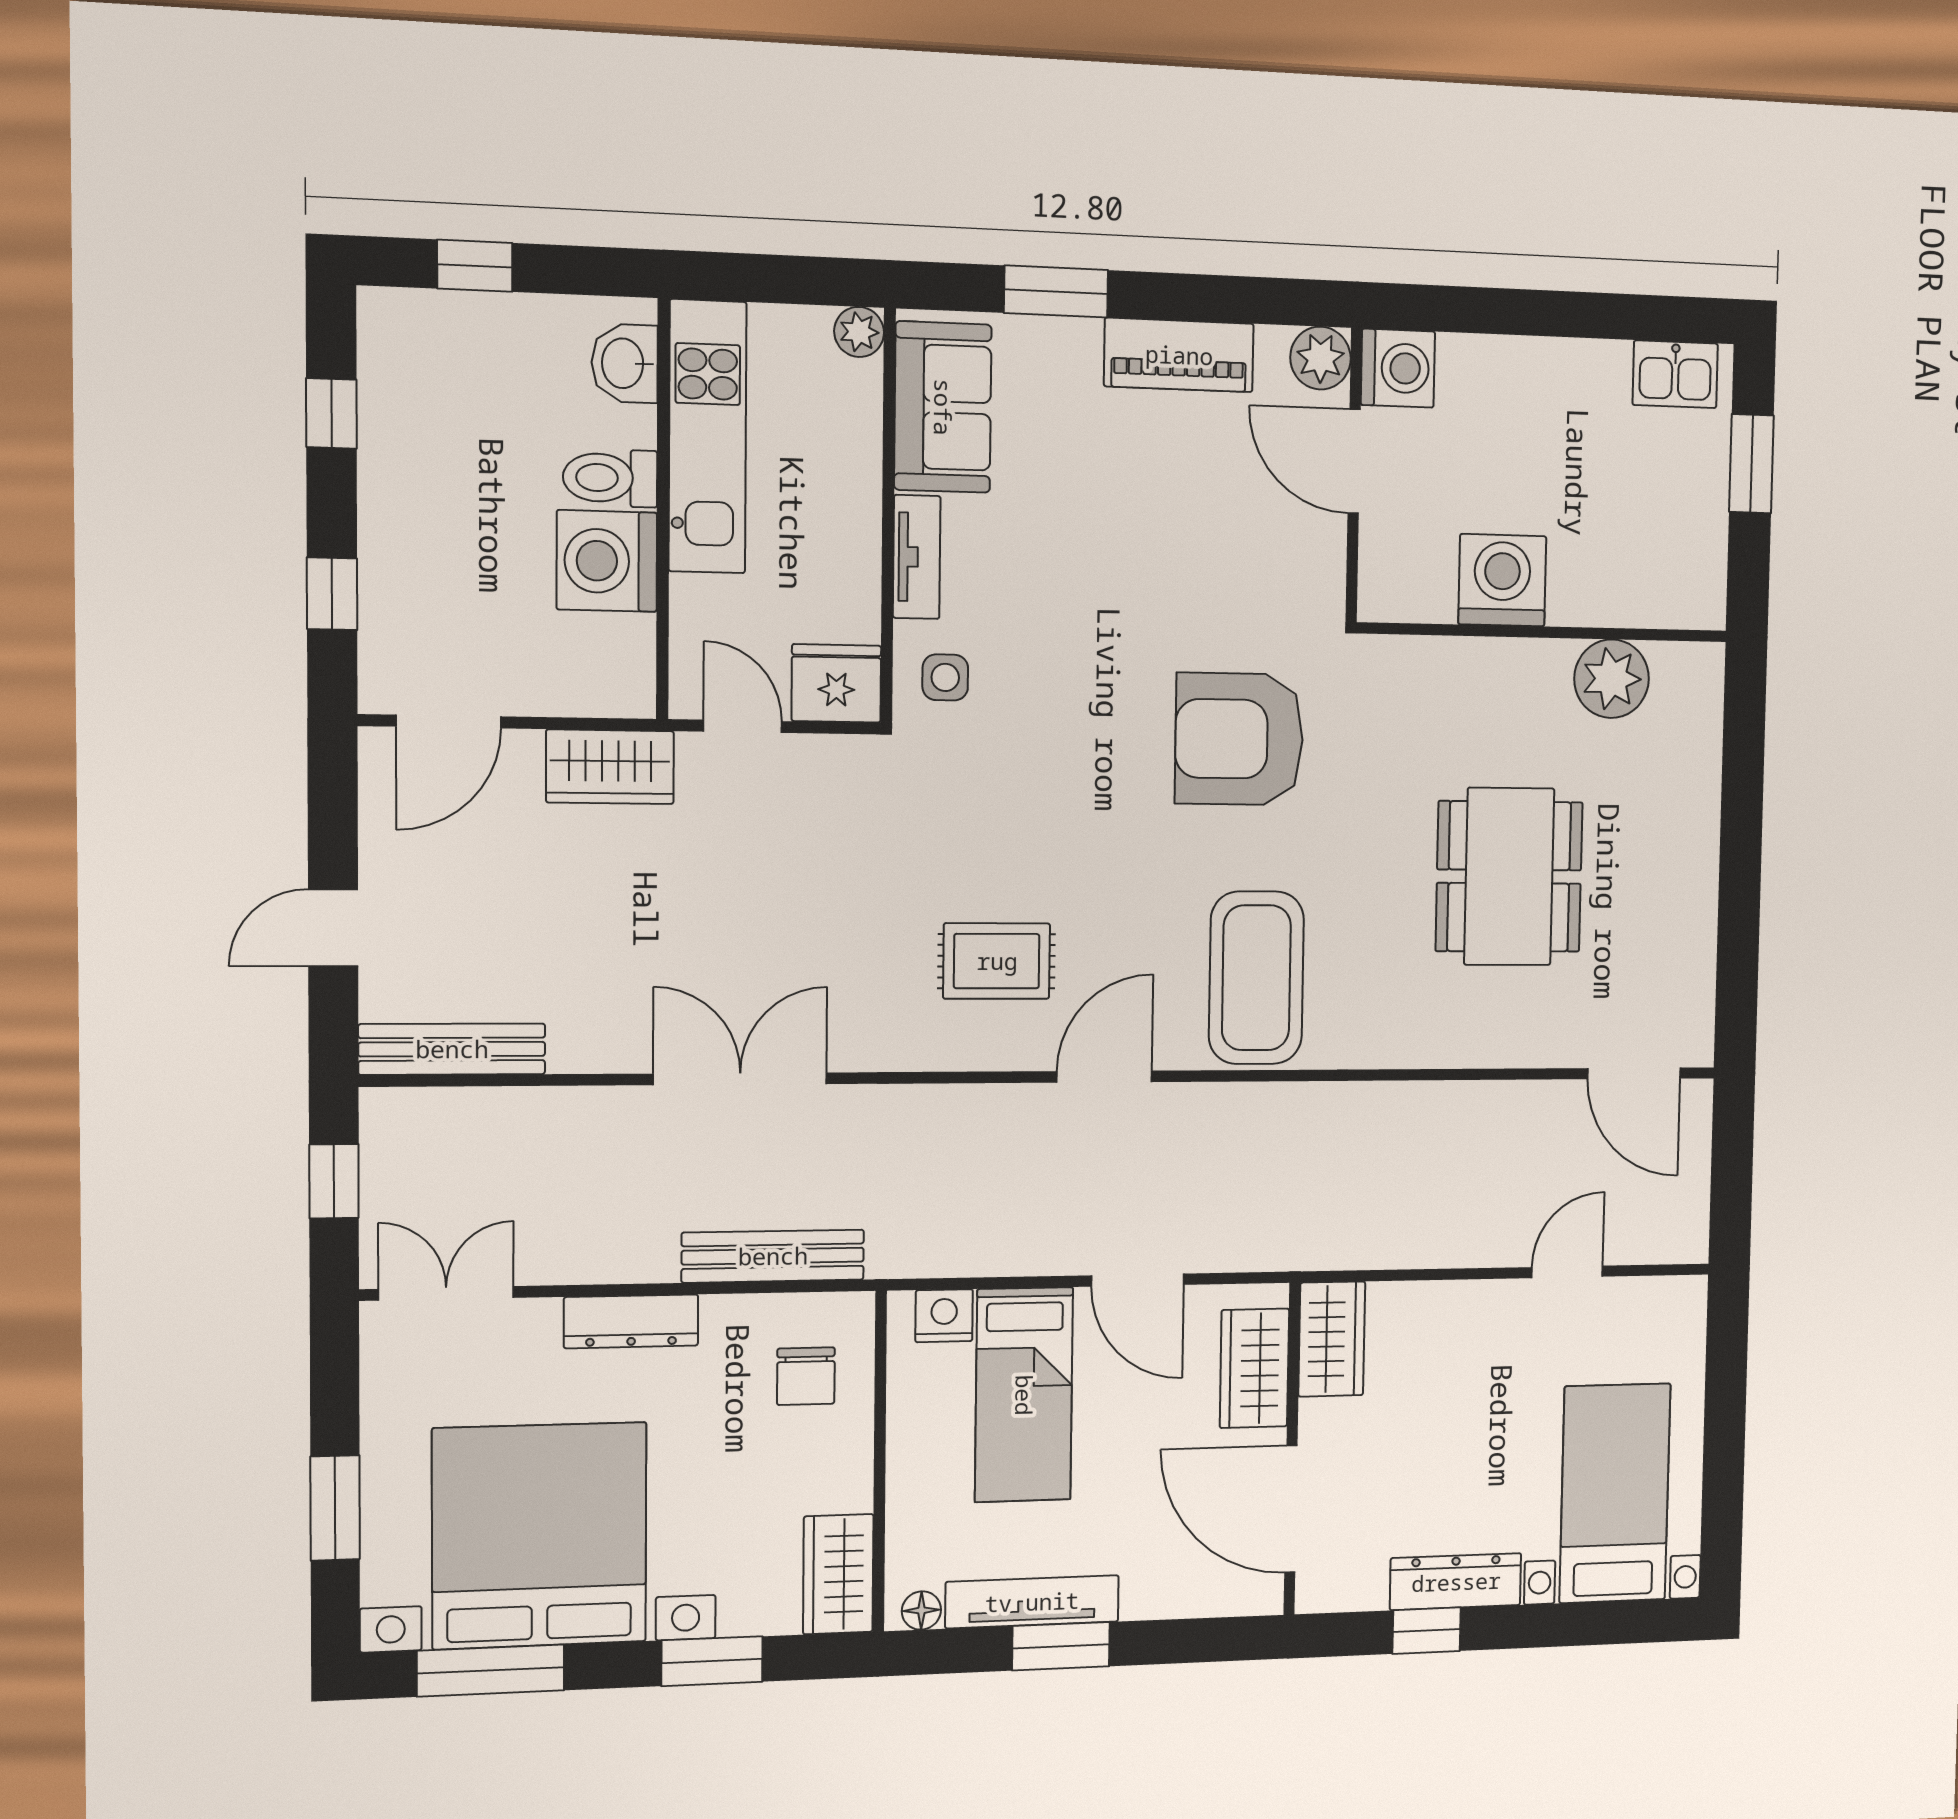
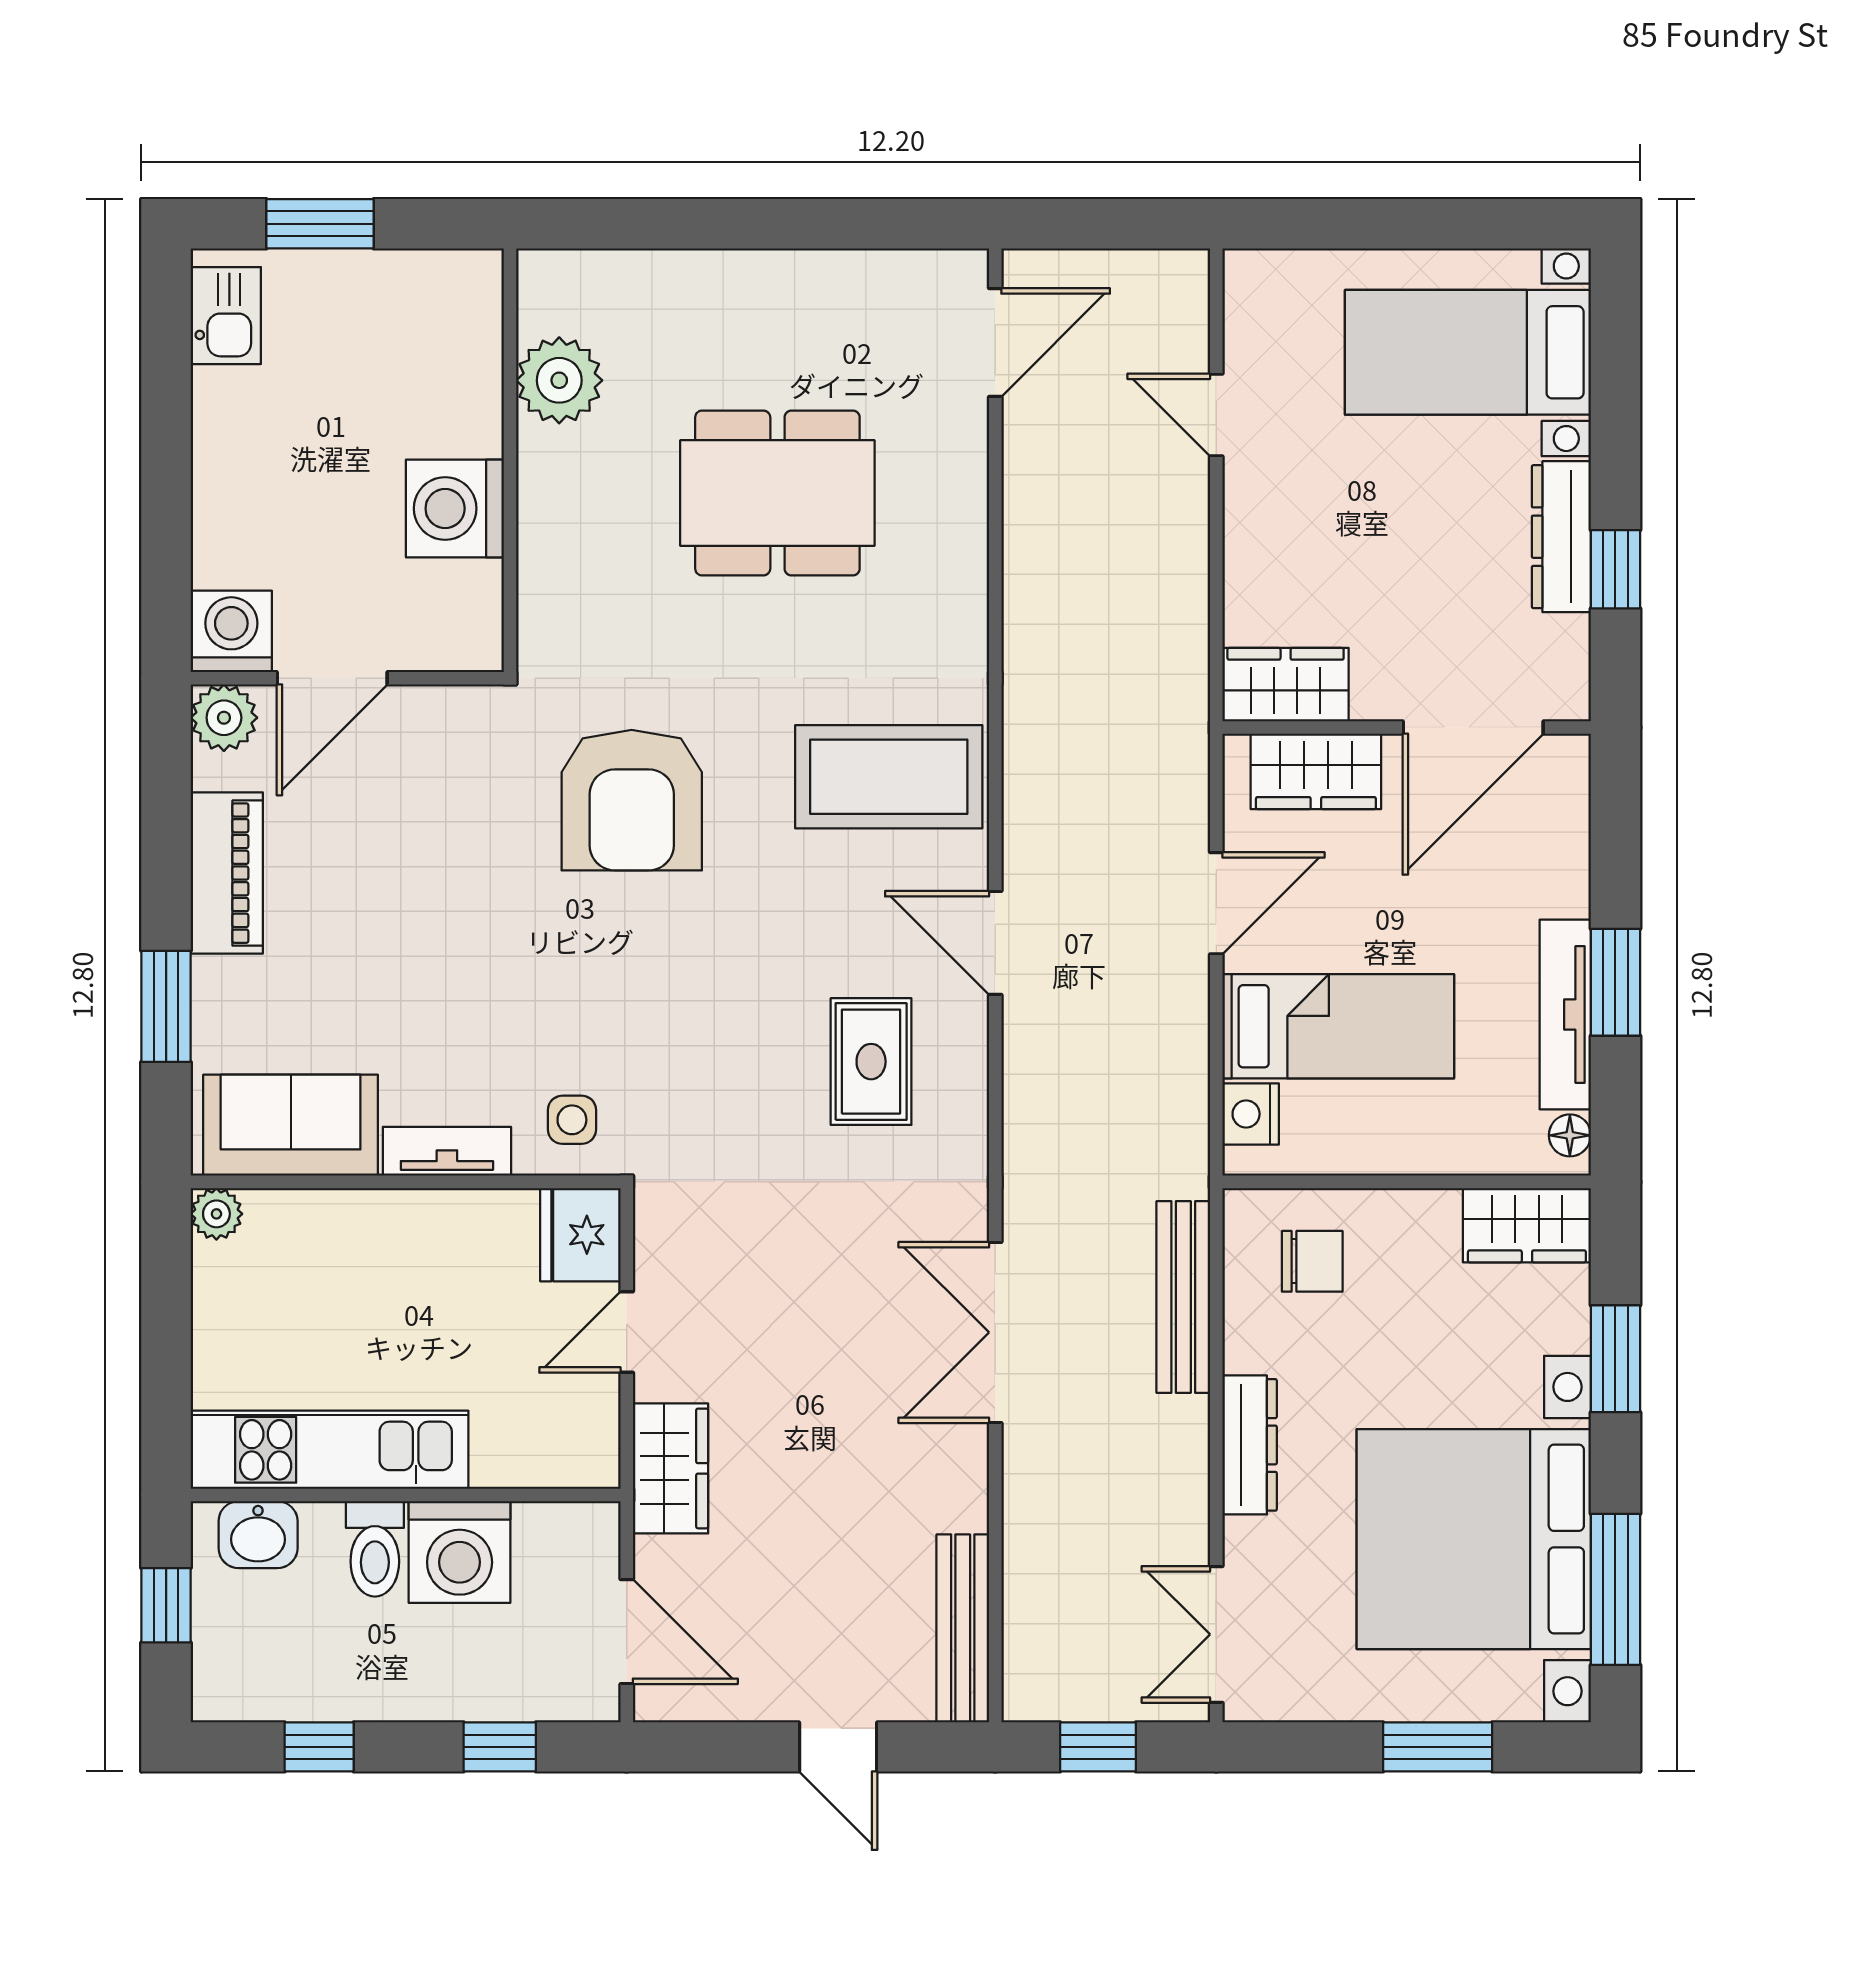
washbasin: (625, 363) -> (258, 1535), moved
kitchen unit: (707, 437) -> (330, 1450), moved
toilet: (610, 478) -> (375, 1549), moved
wall: (663, 510) -> (406, 1495), moved
washing machine: (607, 561) -> (460, 1552), moved

